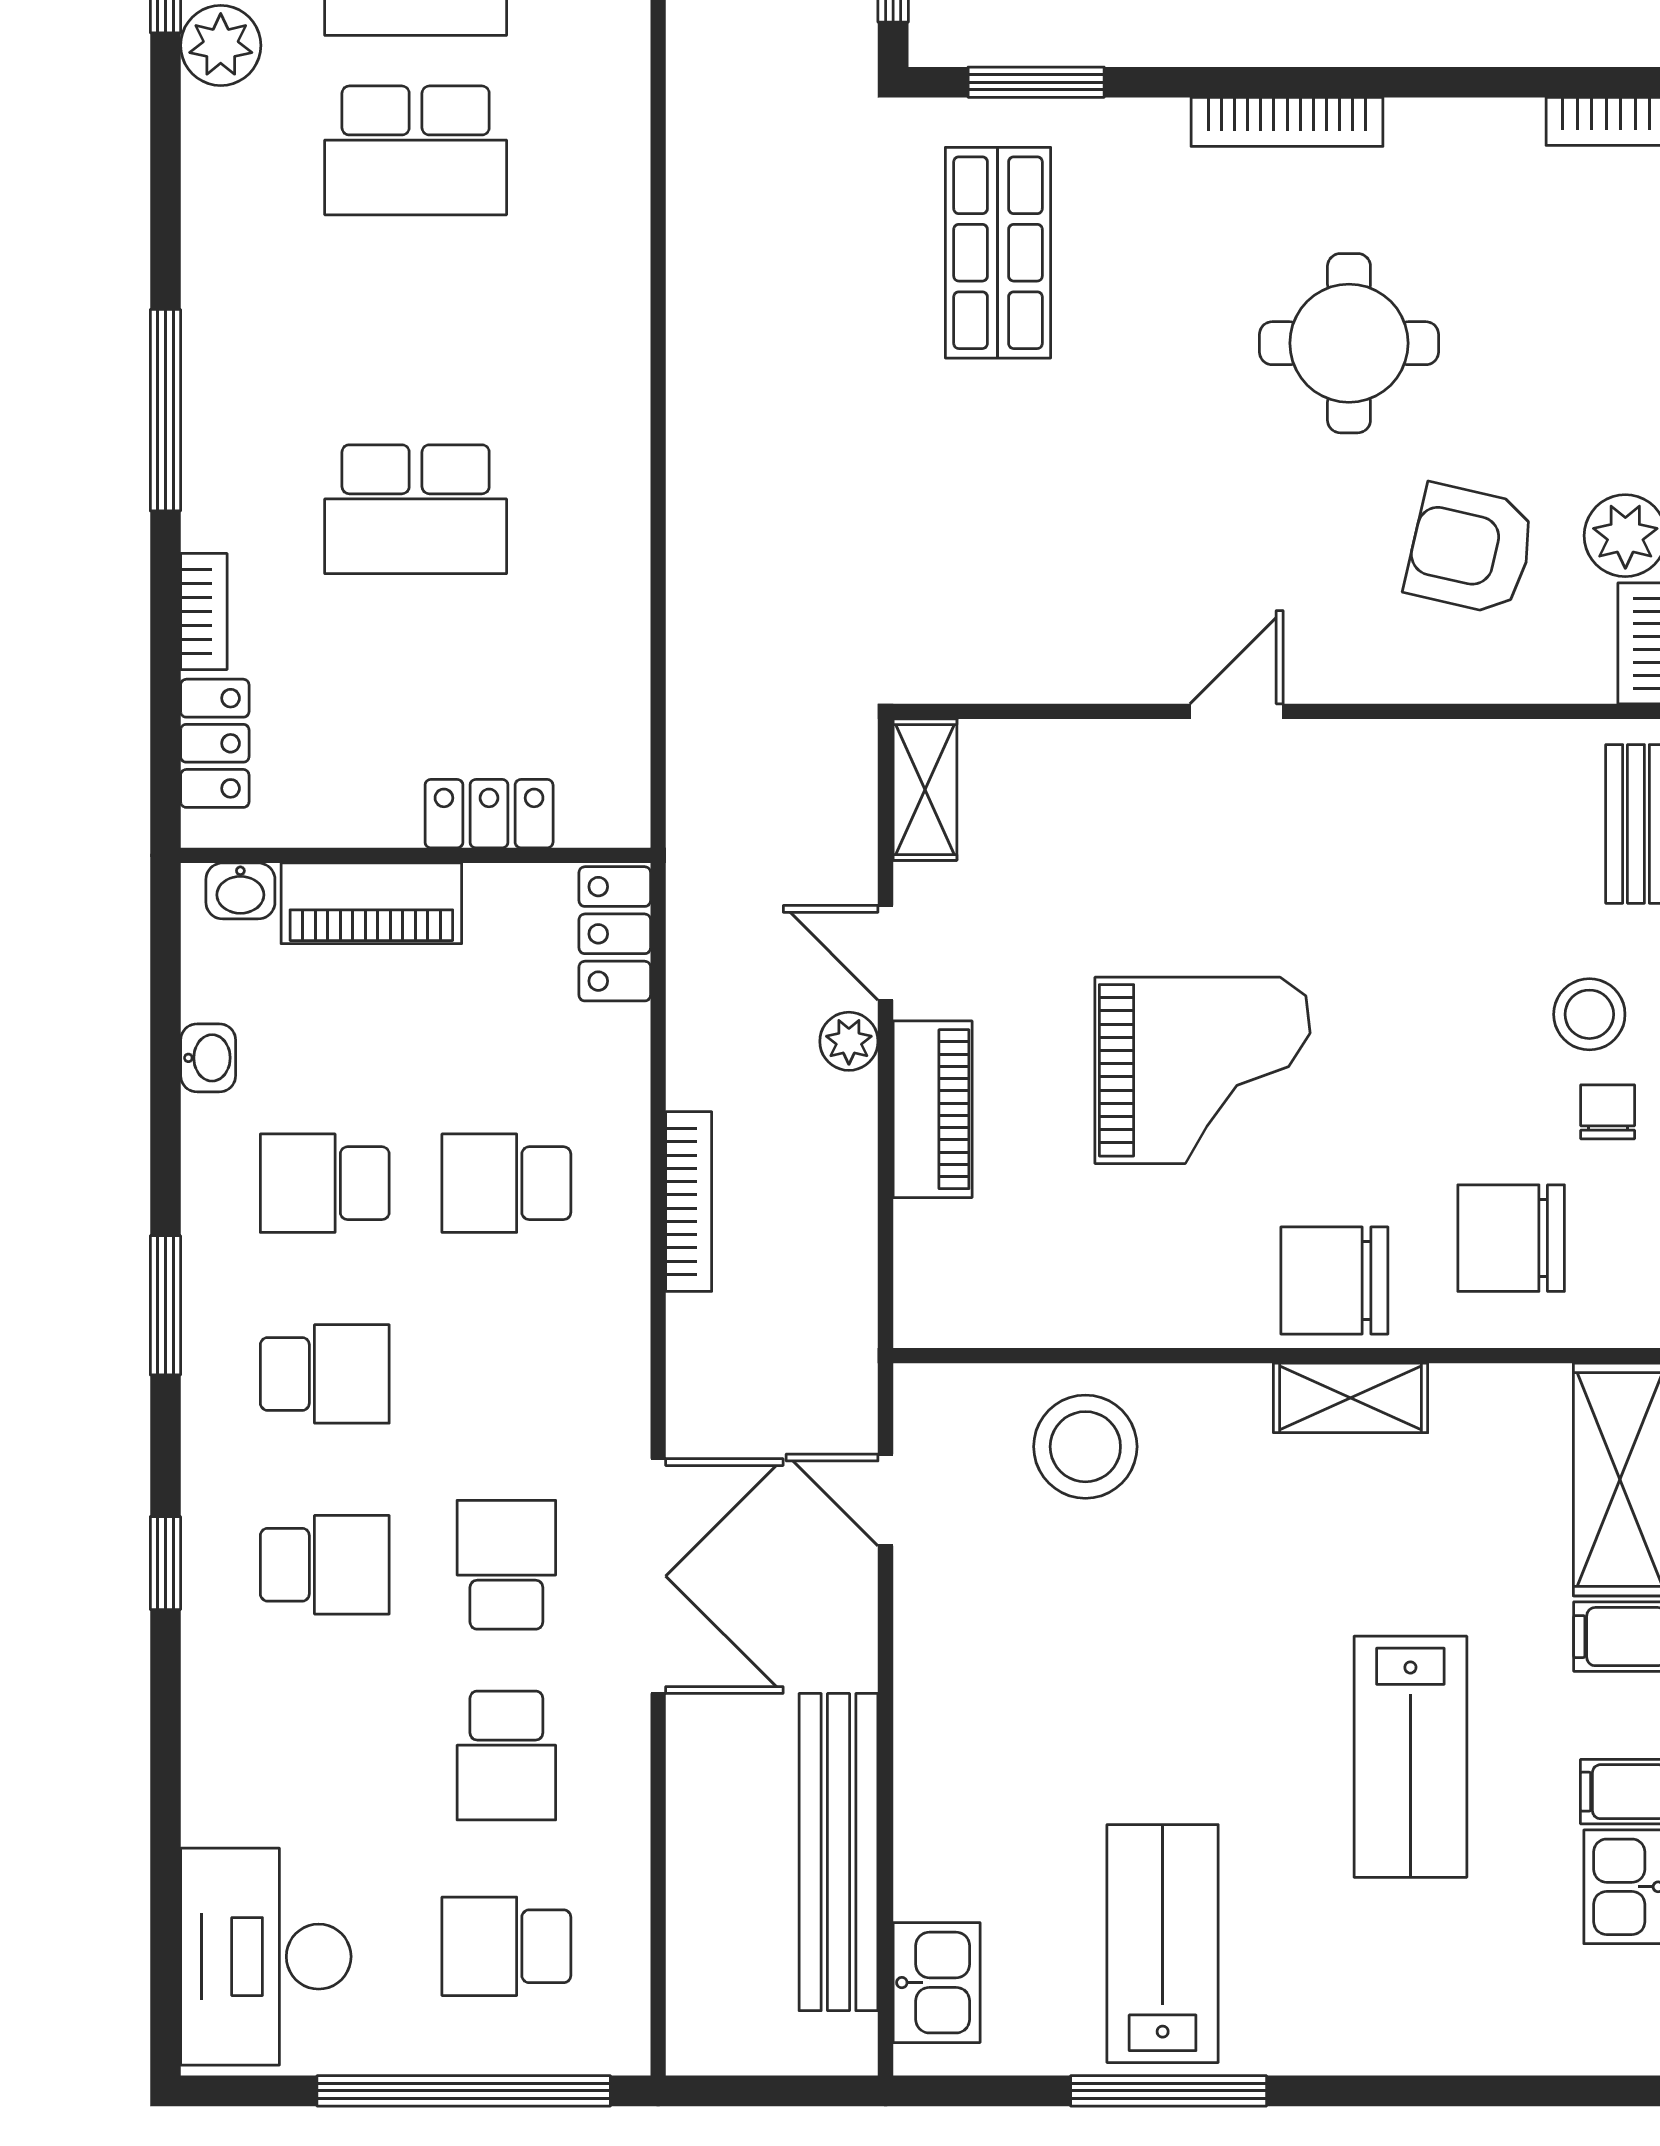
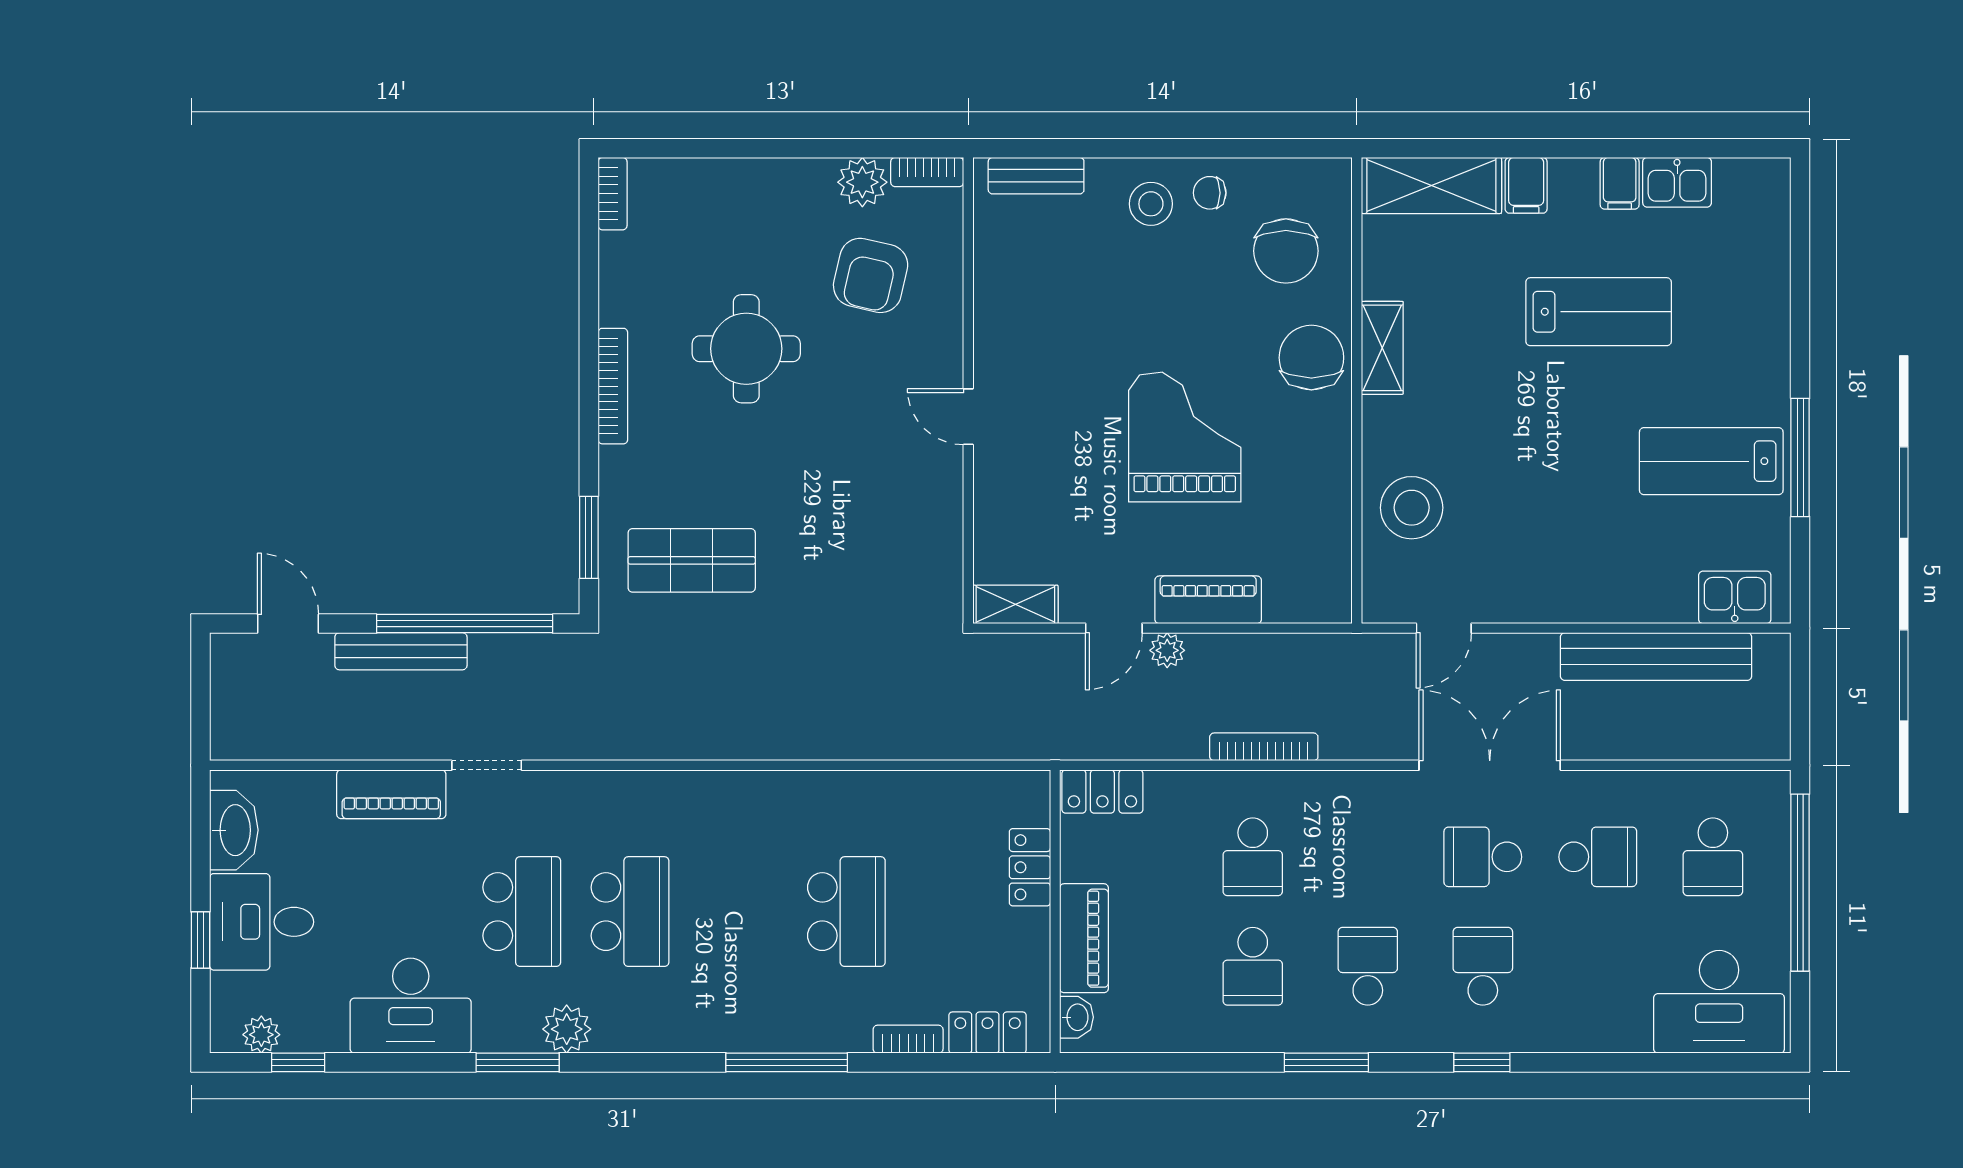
washbasin: (208, 1058) -> (1177, 1037), removed
chair: (1334, 1281) -> (1311, 358), turned 180

